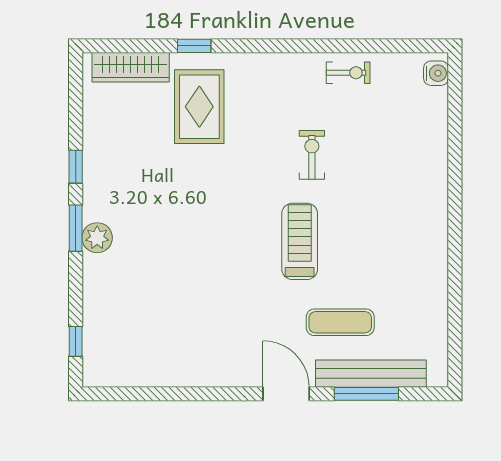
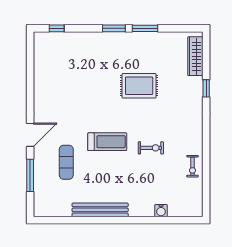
water cooler: (436, 73) -> (161, 211), moved
rug: (199, 107) -> (139, 86), moved
window: (76, 167) -> (145, 28), width x1.50
plant: (97, 238) -> (109, 39), removed
bench: (371, 374) -> (100, 210), moved, turned 90

